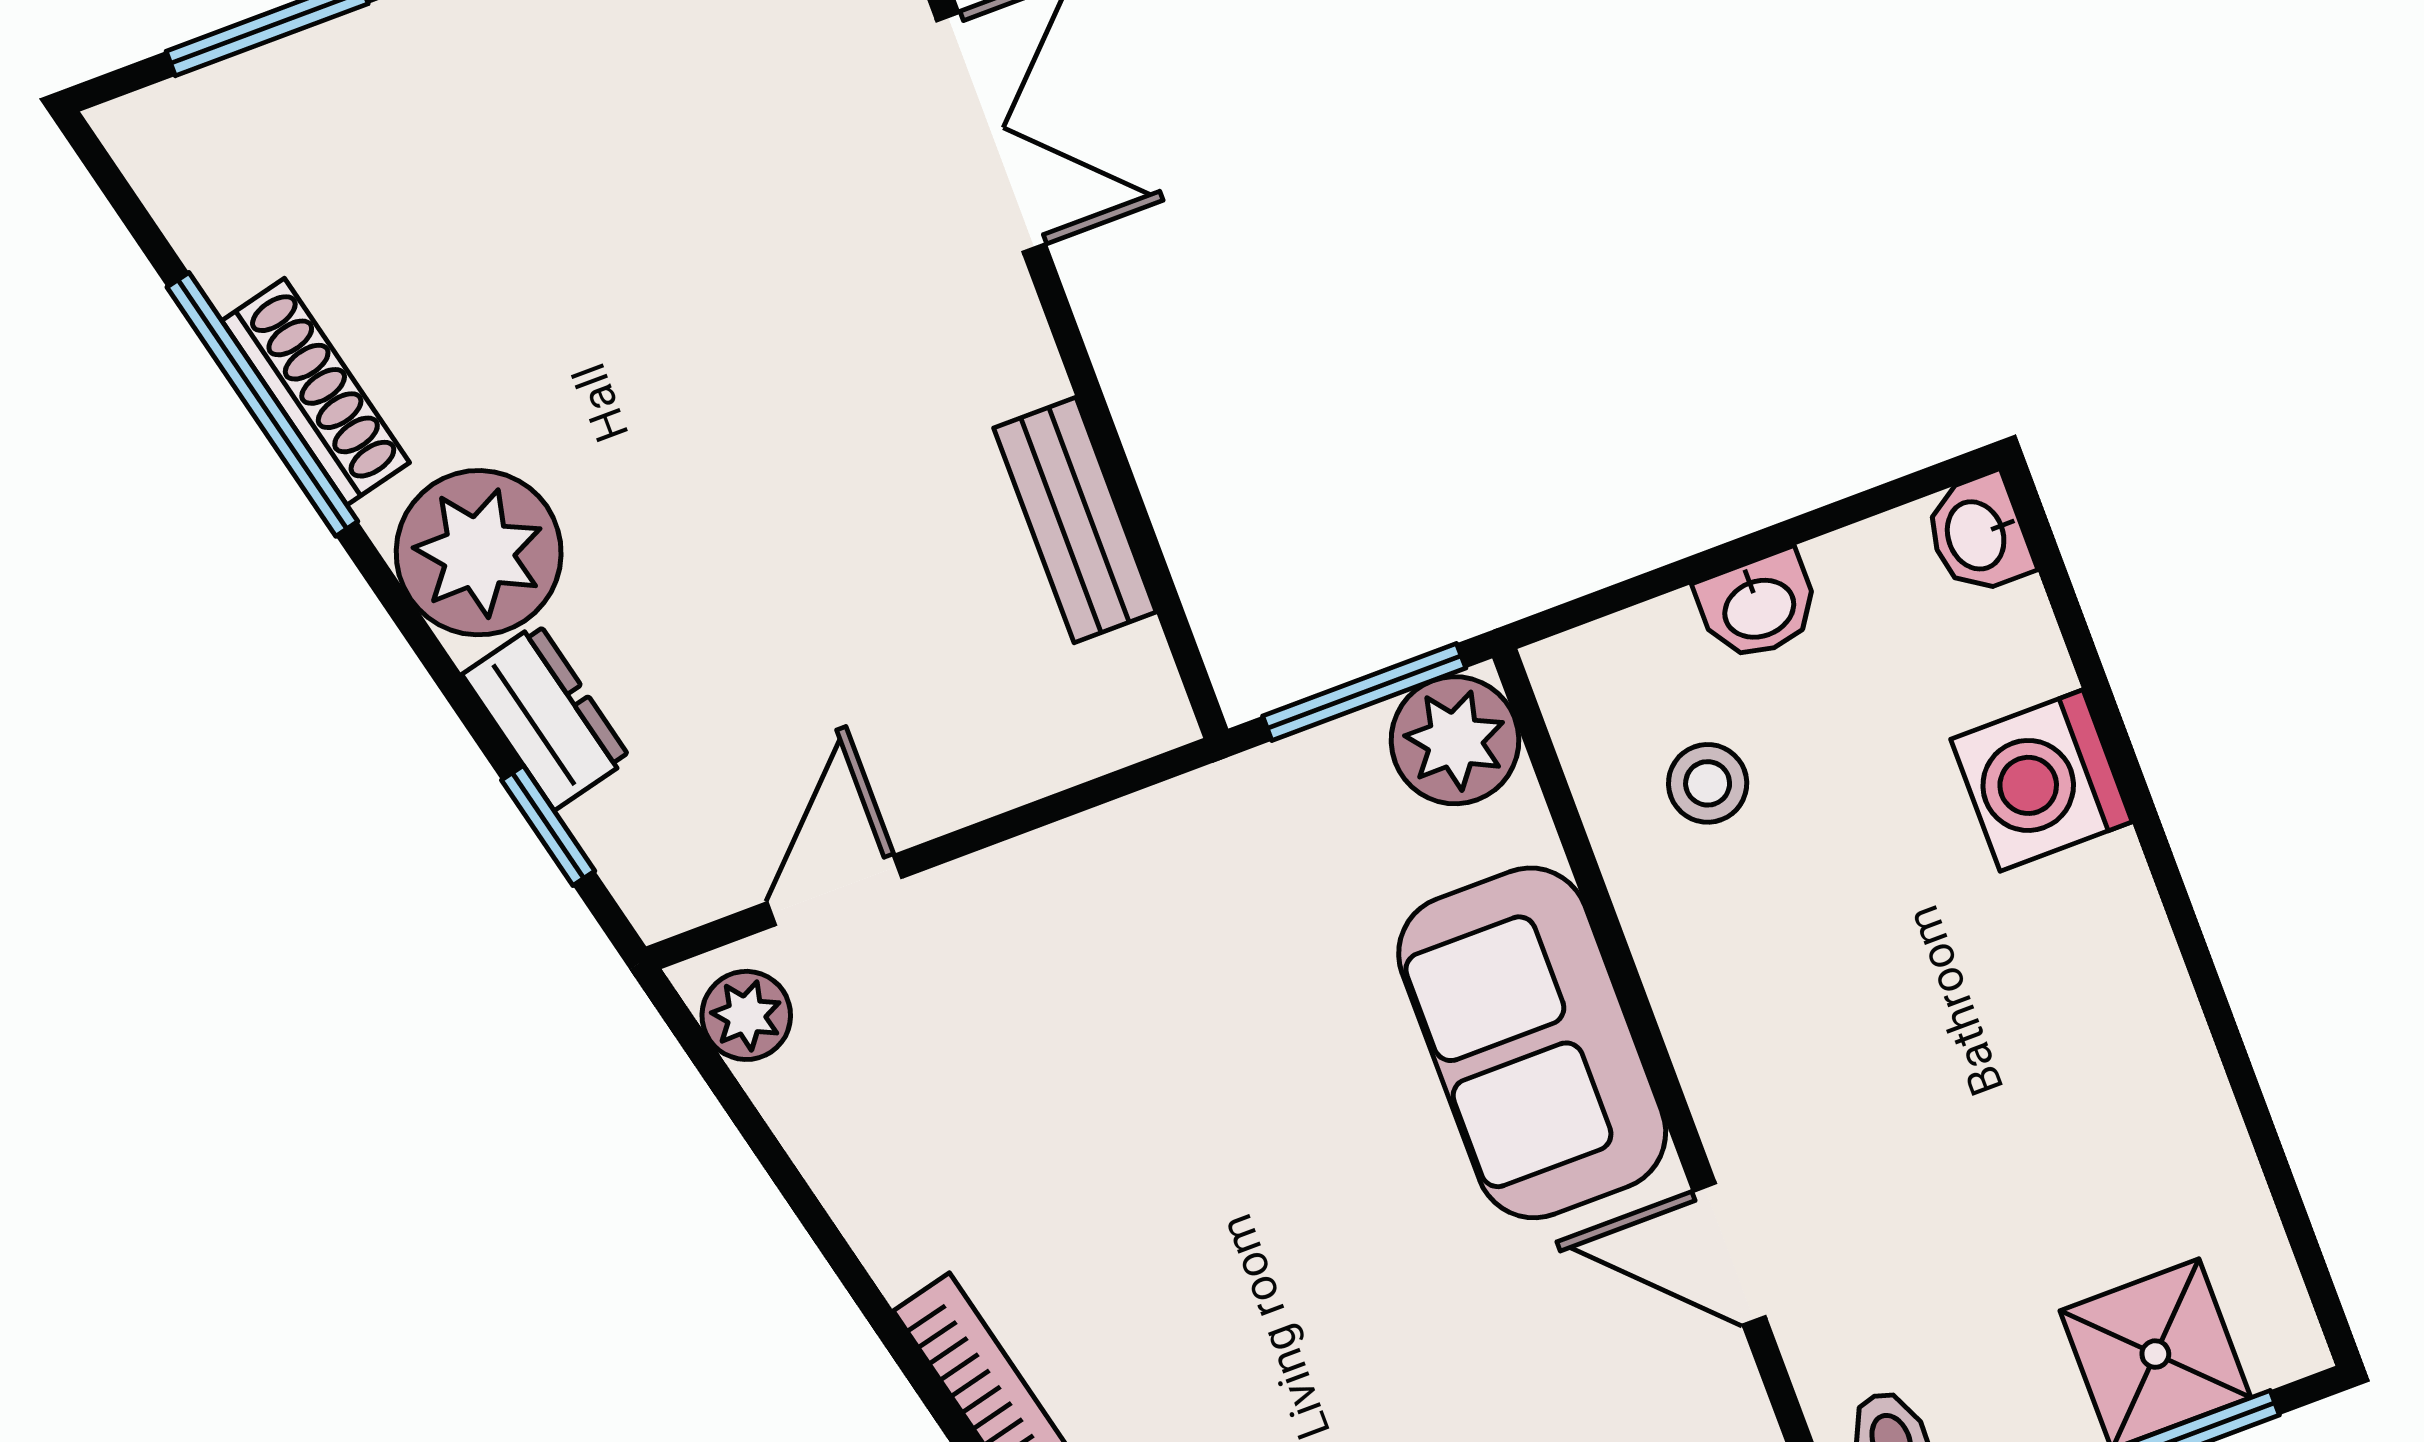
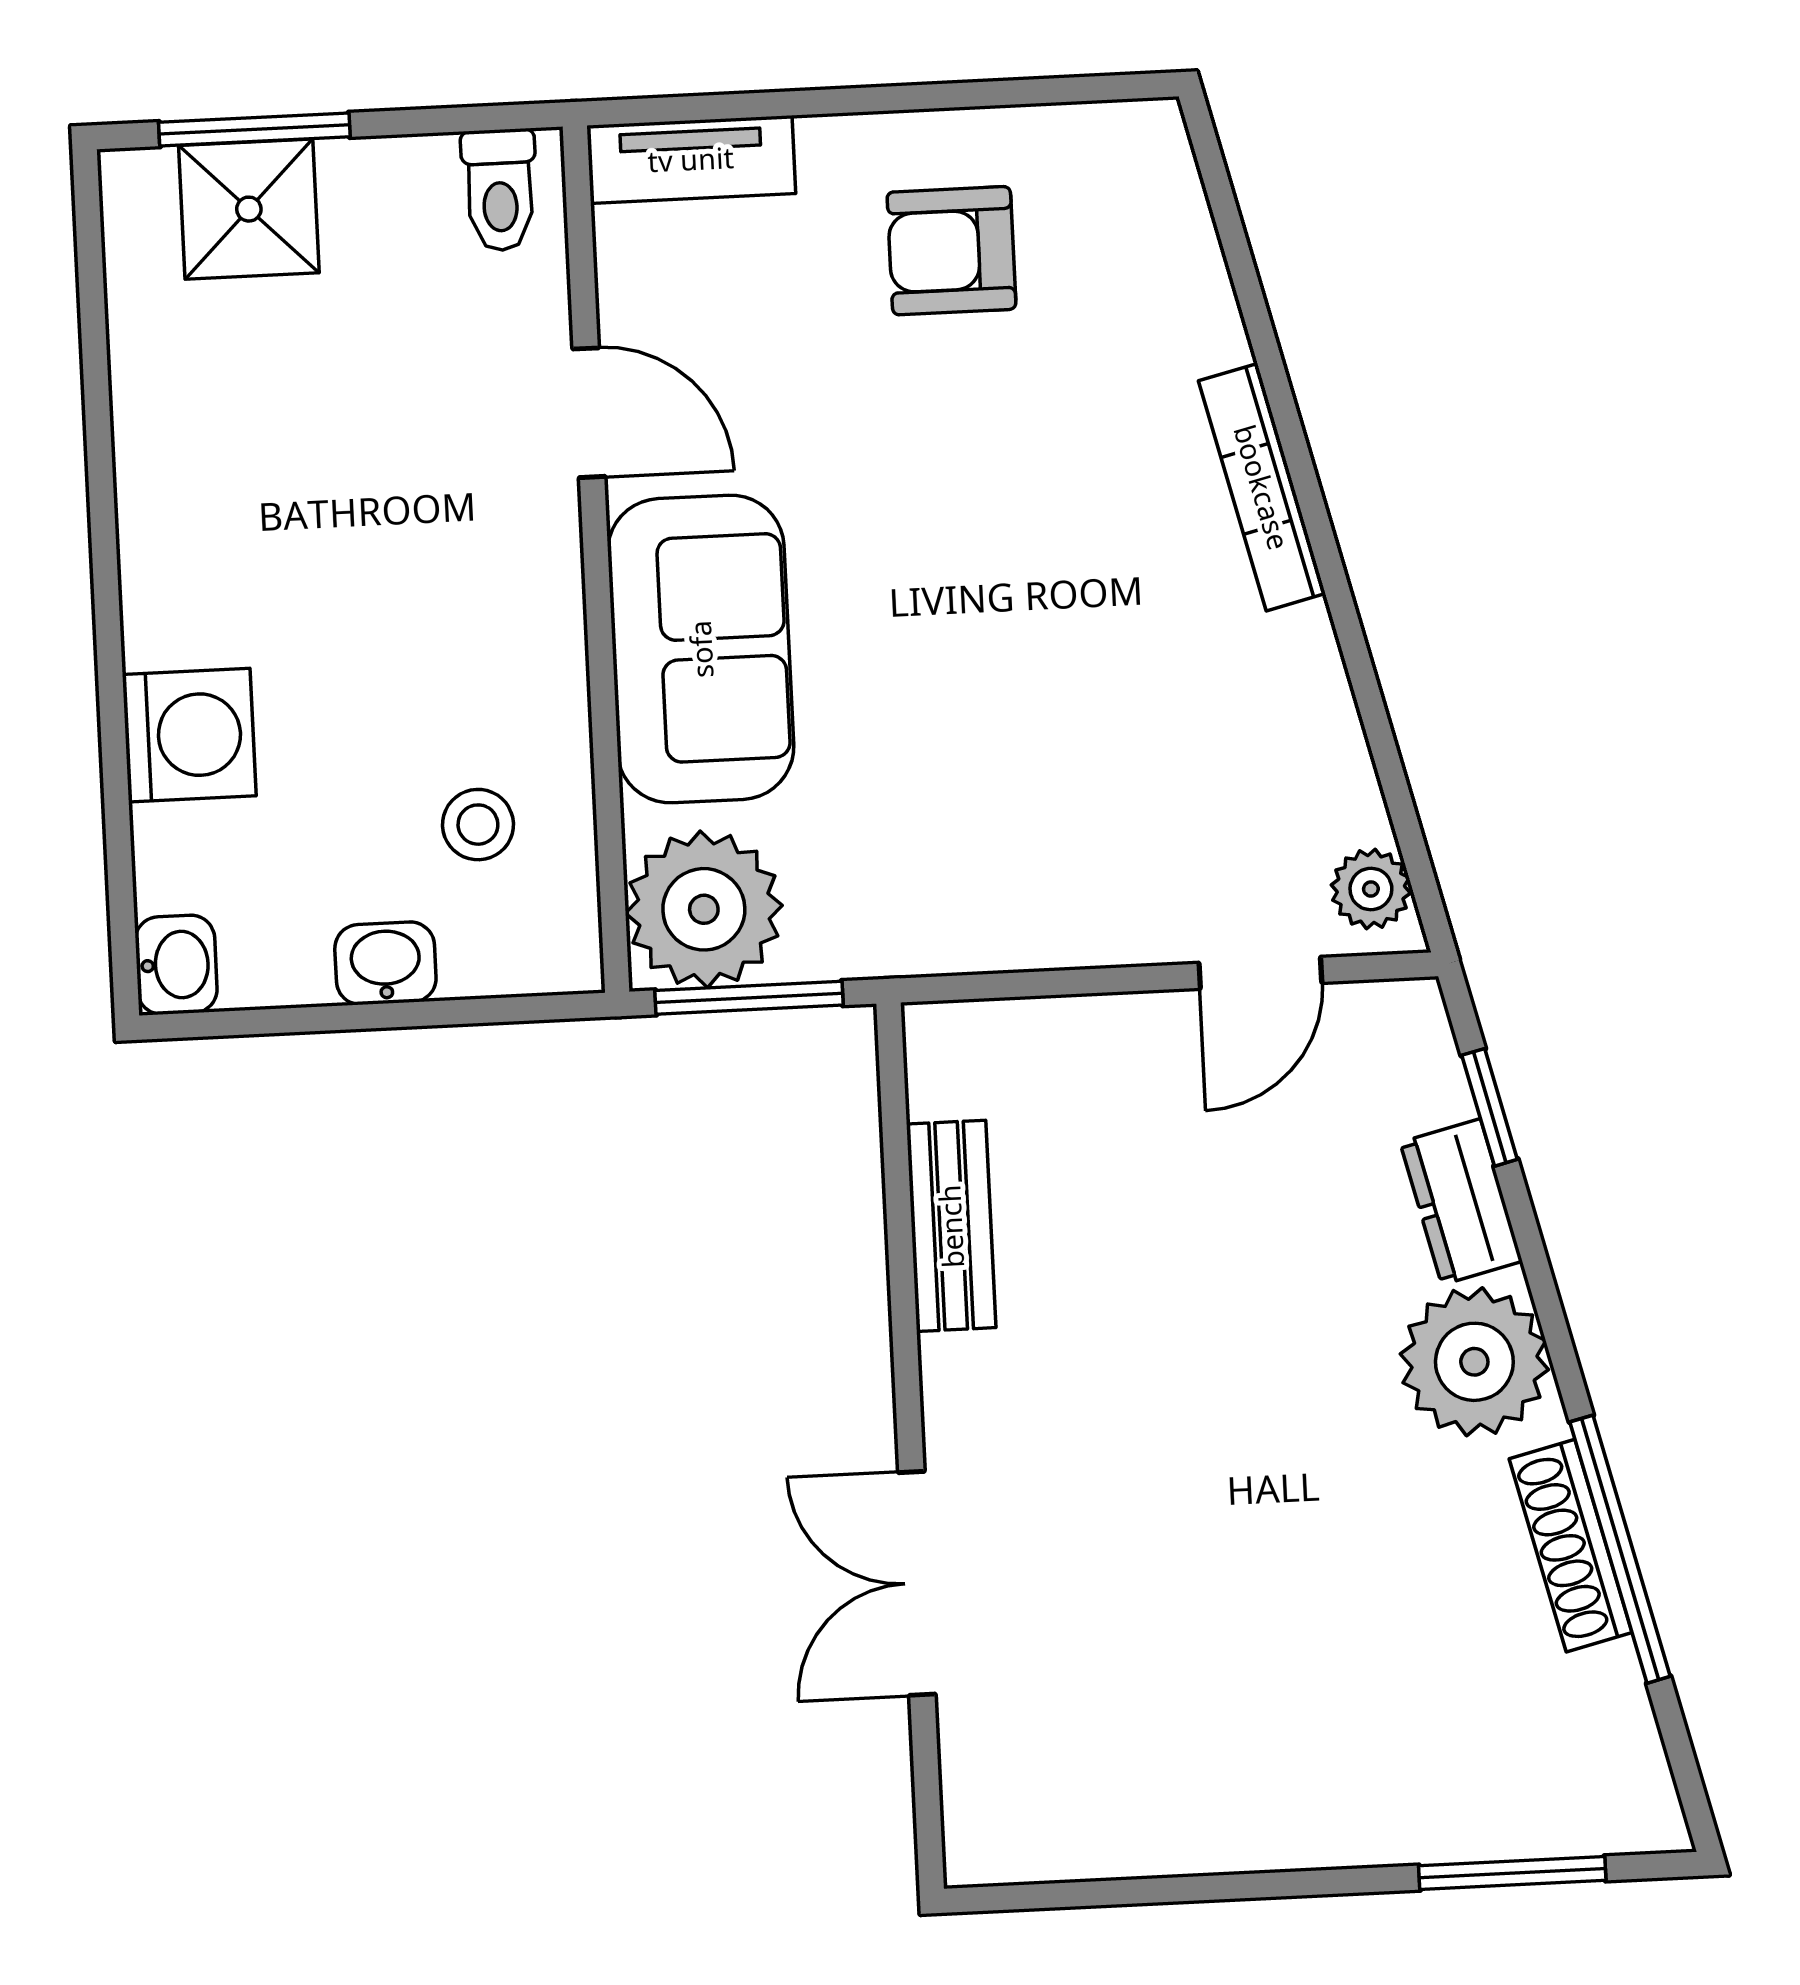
plant: (1455, 740) -> (704, 909), width x1.36, depth x1.36

